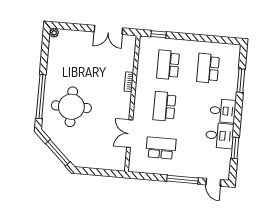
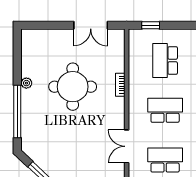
plant: (54, 33) -> (26, 83), moved
school desk: (164, 106) -> (165, 110), turned 90
round table: (71, 107) -> (73, 87), moved

